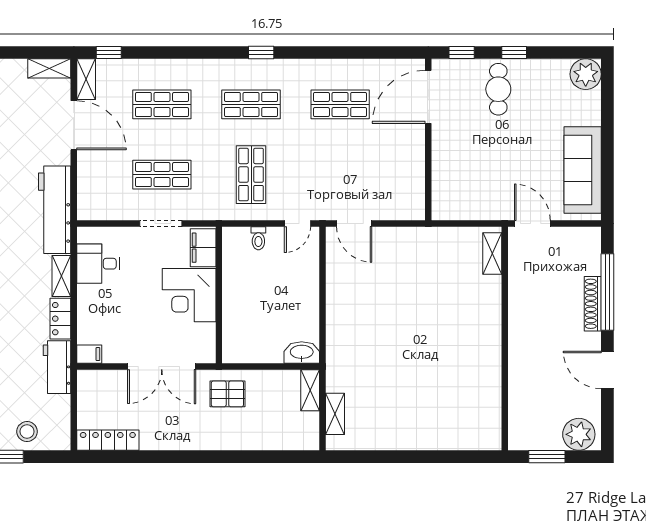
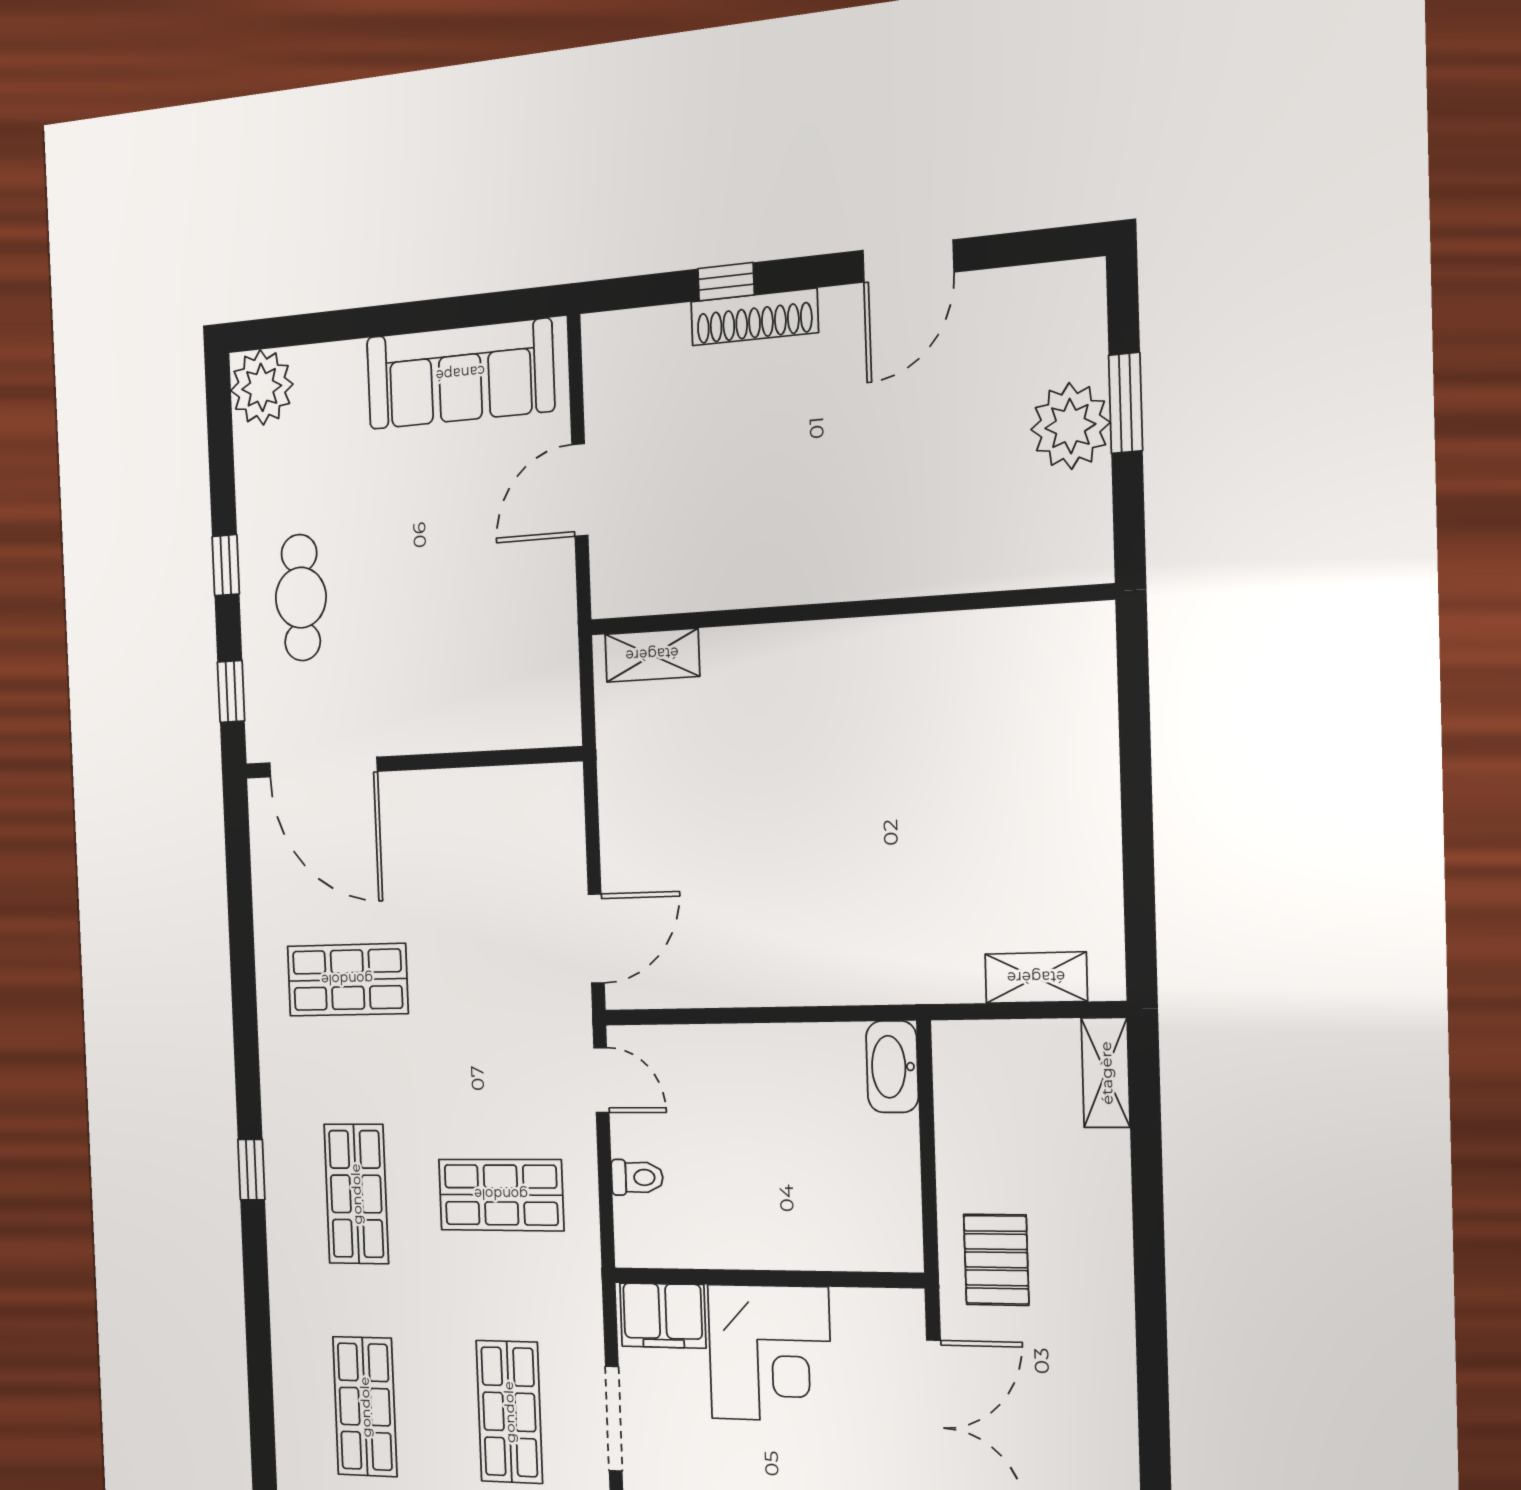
cafe table: (498, 89) -> (301, 598), turned 90
shop shelf: (340, 104) -> (347, 980), turned 90
shelving: (492, 254) -> (652, 655), moved
window: (607, 292) -> (726, 282), width x0.32
wall: (505, 338) -> (845, 610), moved
shelving: (310, 390) -> (1106, 1073), moved, turned 90
plant: (579, 434) -> (1070, 426), moved

